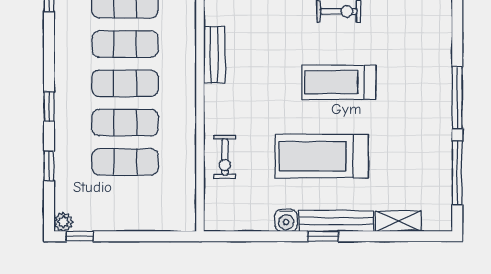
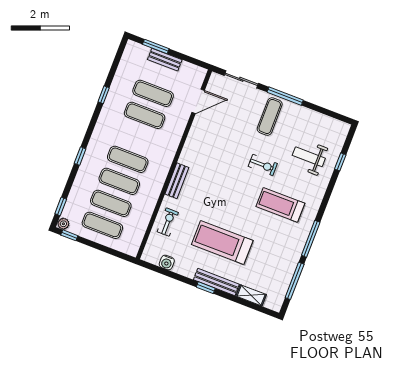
exercise mat: (125, 44) -> (102, 225), moved
bench: (214, 55) -> (177, 181), moved
treadmill: (339, 82) -> (280, 205), moved
exercise bike: (225, 157) -> (168, 222), turned 180
window: (49, 166) -> (61, 206), moved
water cooler: (286, 220) -> (167, 262), moved

